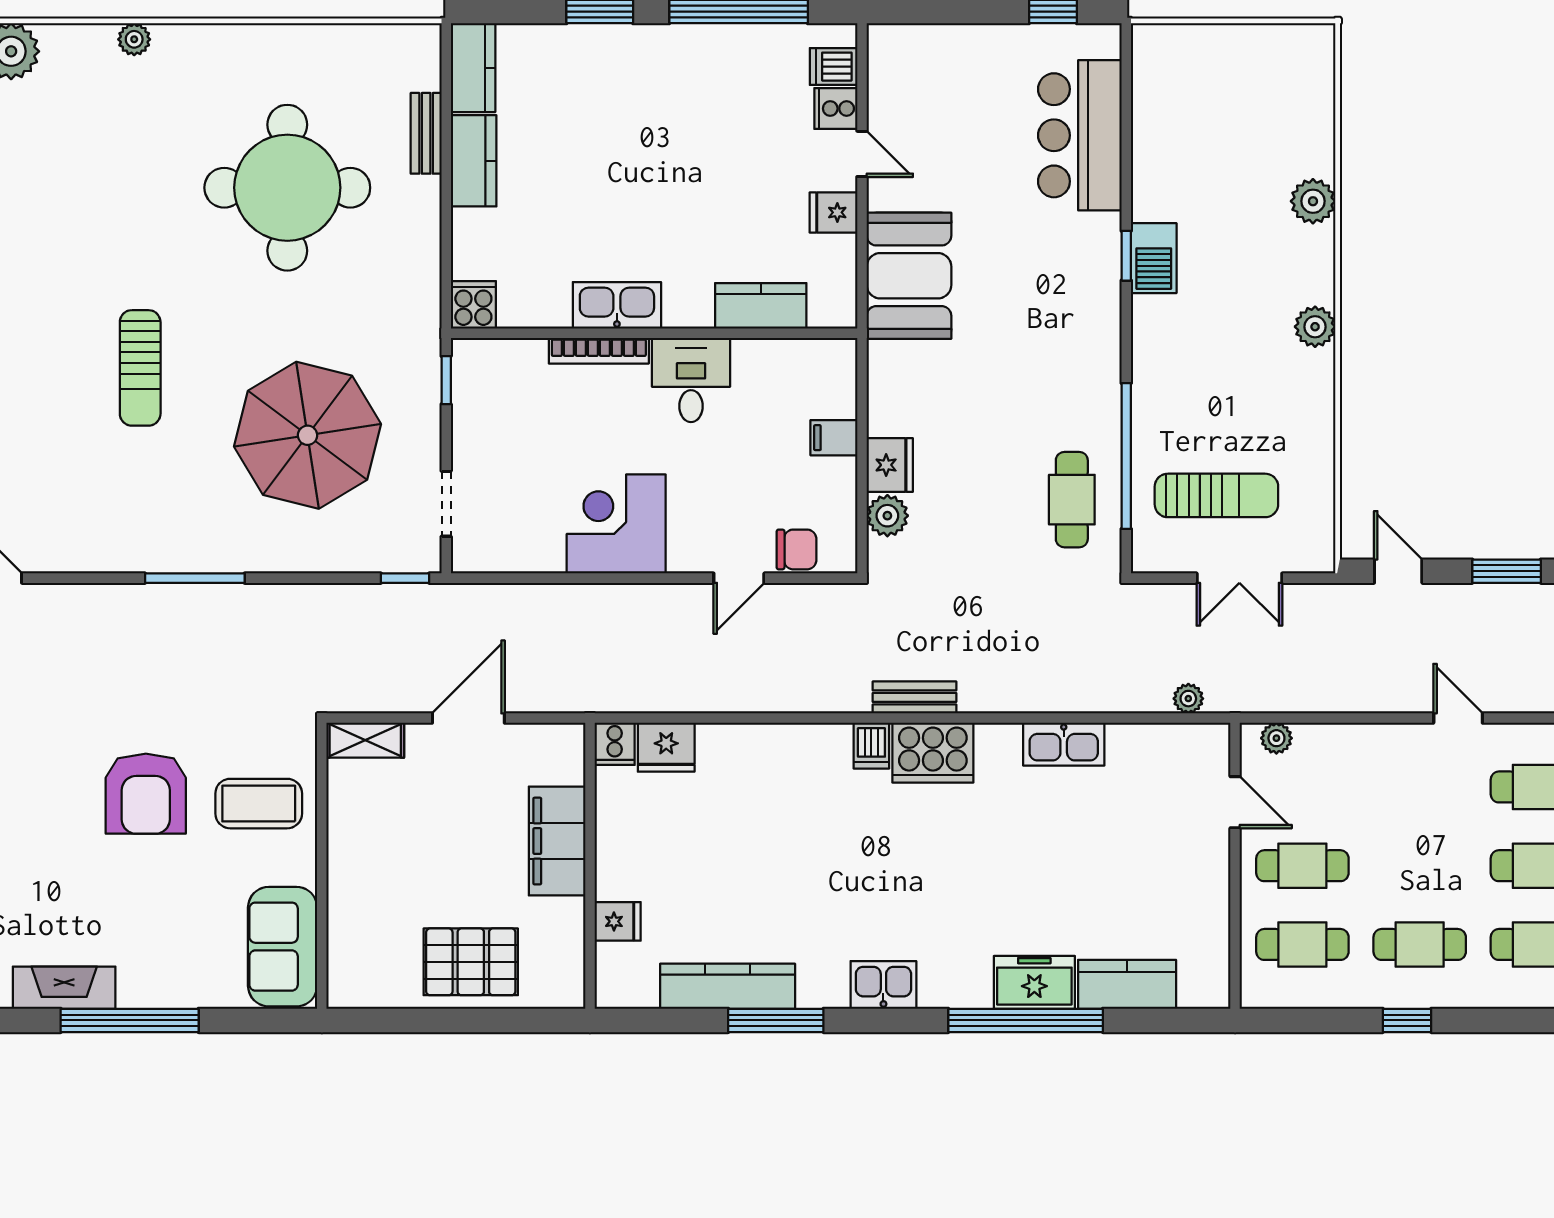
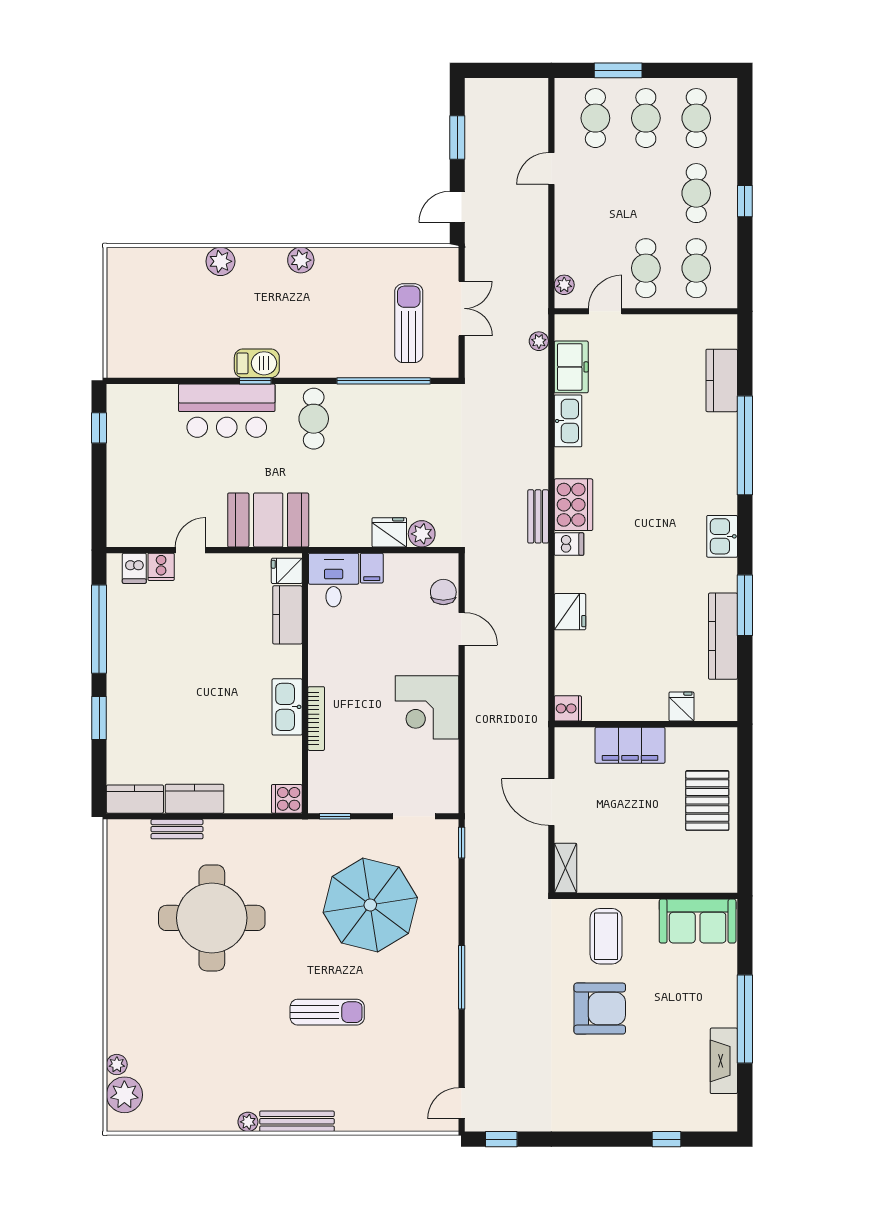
plant: (134, 39) -> (117, 1065), moved
bar counter: (1080, 135) -> (227, 411), moved
fridge: (833, 212) -> (287, 571), moved, turned 90
desk: (691, 380) -> (334, 580), moved, turned 90
cafe table: (1072, 500) -> (314, 419), moved, turned 90
fridge: (666, 747) -> (570, 612), moved
freezer: (1034, 982) -> (571, 367), moved, turned 180

